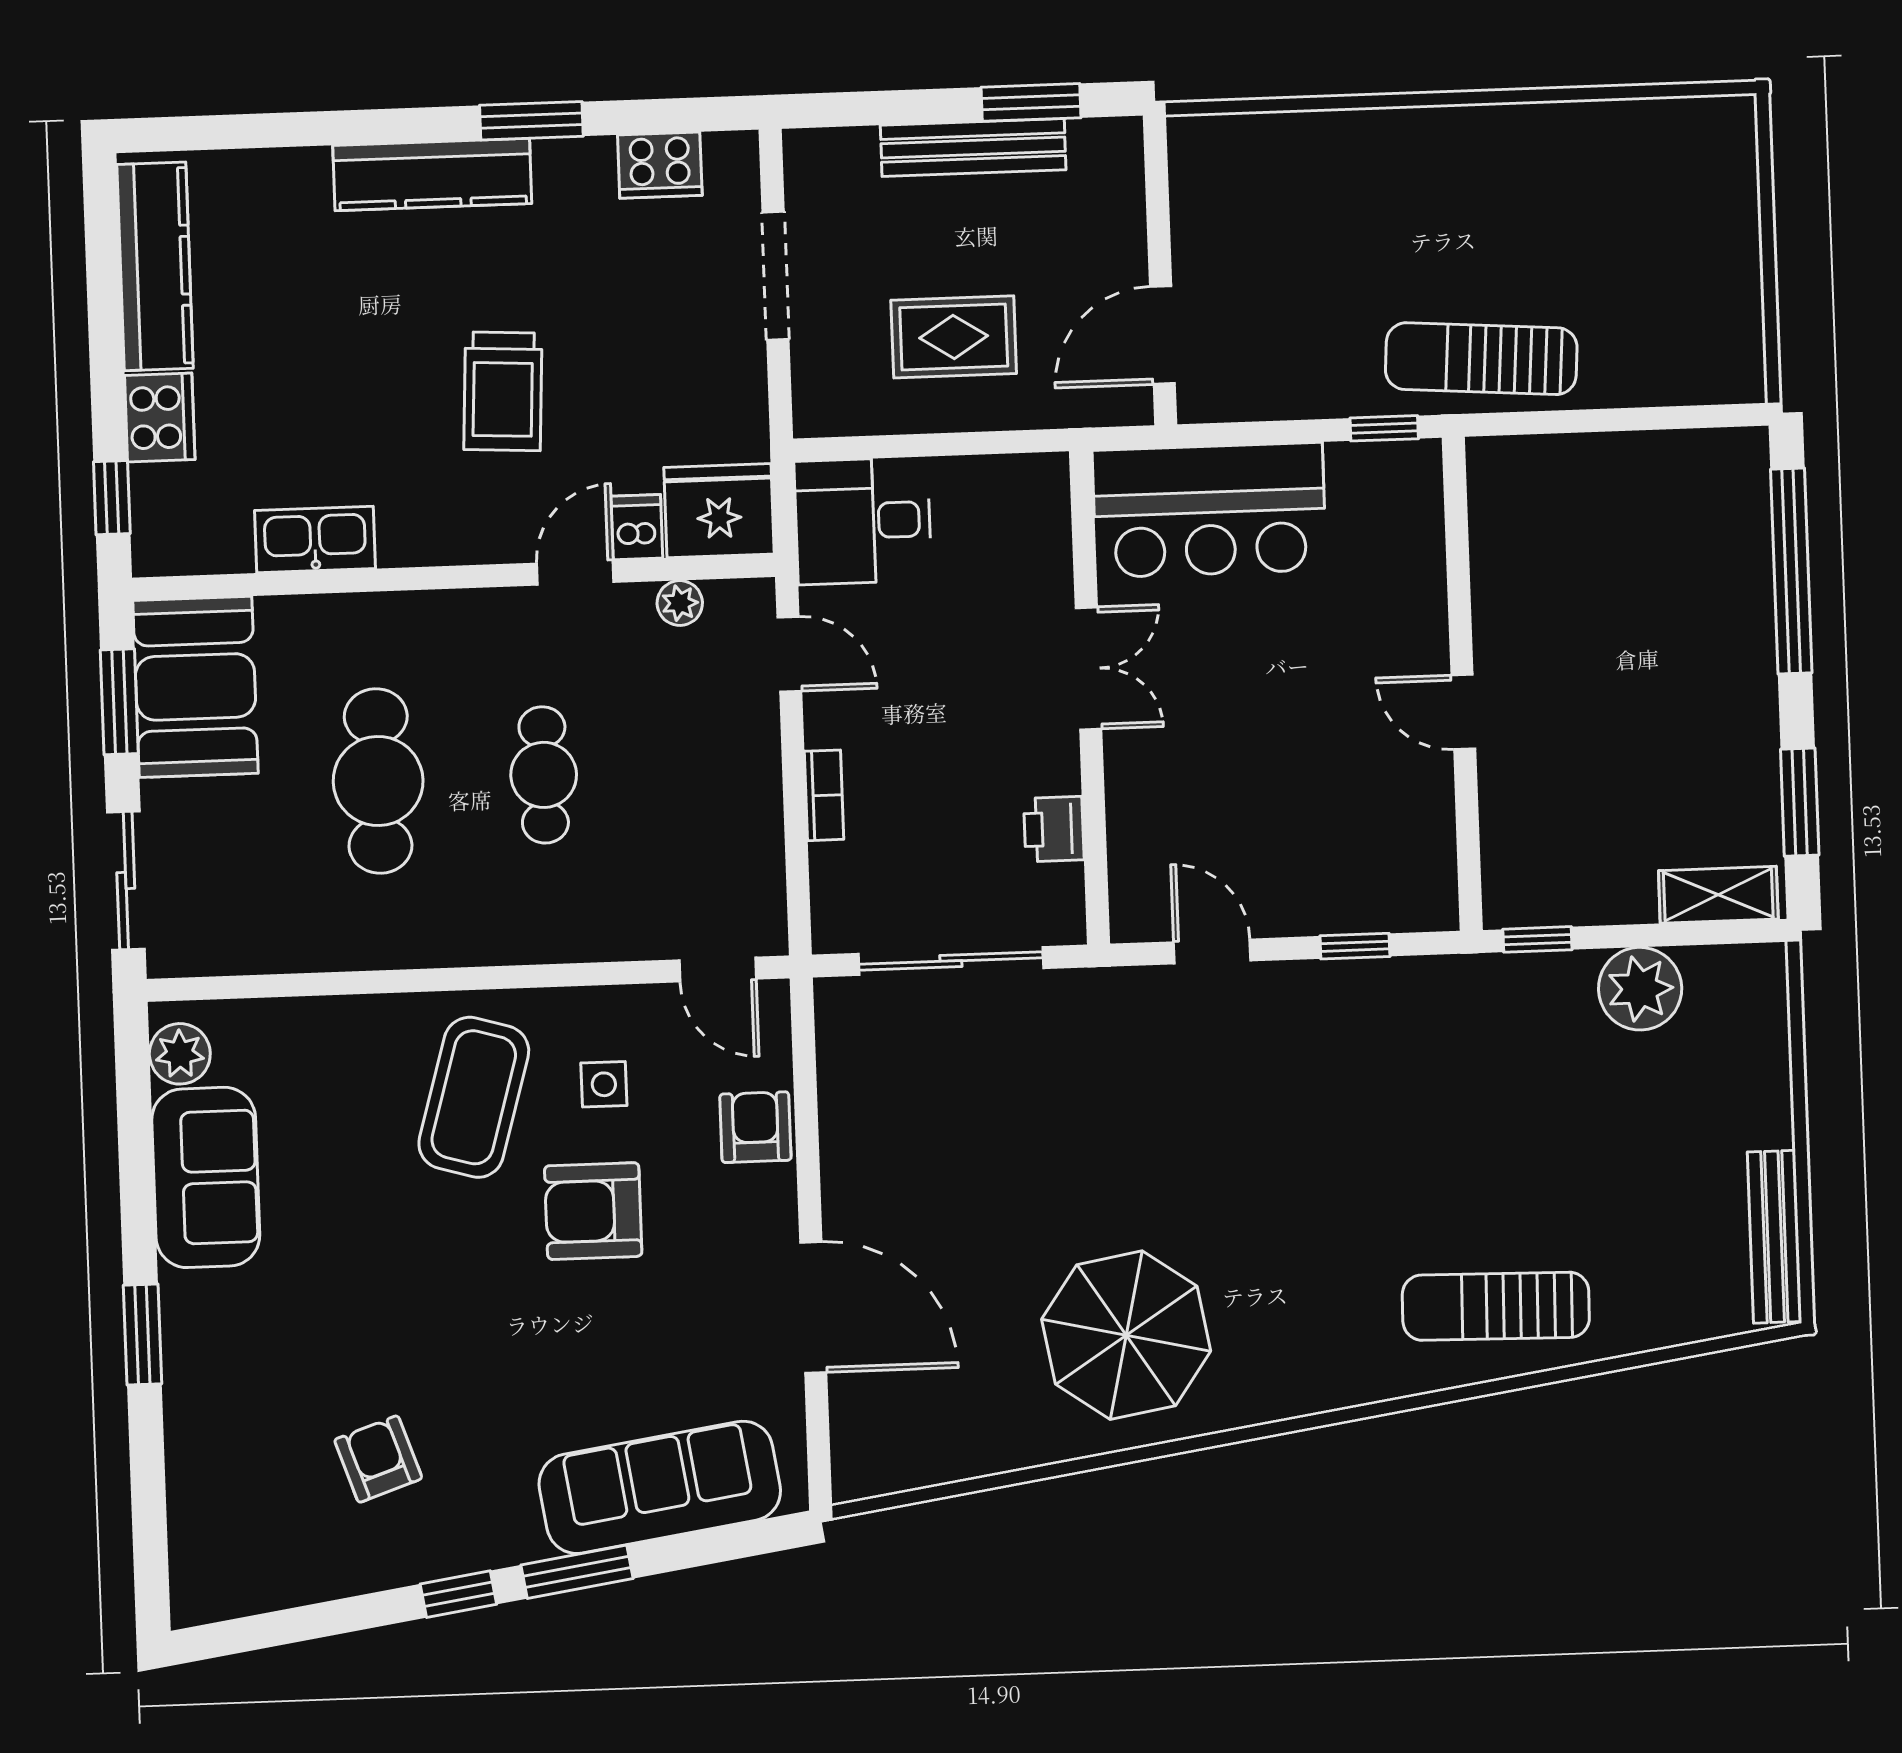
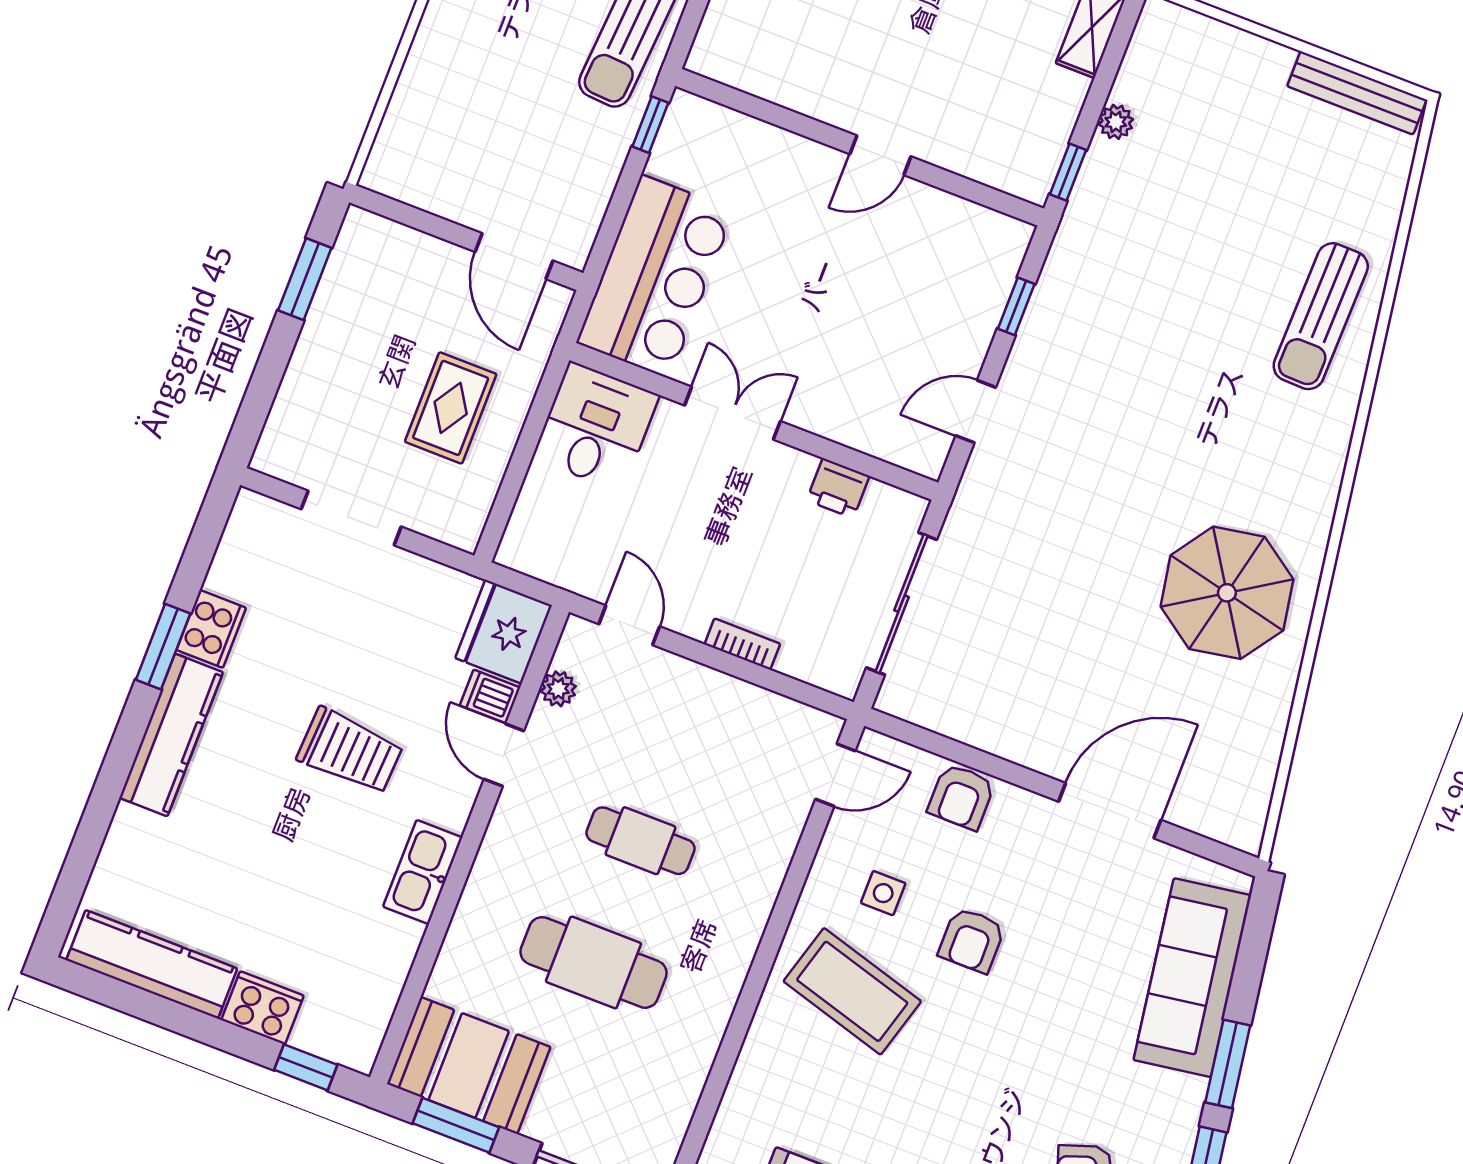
bench: (973, 148) -> (320, 335), removed
cooker: (660, 165) -> (211, 629), moved
desk: (863, 521) -> (596, 427), moved, turned 180
kitchen sink: (315, 540) -> (423, 872), moved
door: (789, 654) -> (629, 625), hinge flipped
plant: (1640, 989) -> (1116, 122), width x0.53, depth x0.53
armchair: (755, 1127) -> (961, 797), turned -90
armchair: (593, 1211) -> (972, 940), width x0.72, depth x0.72

